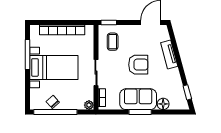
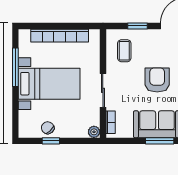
window: (109, 22) -> (138, 26), moved
armchair: (138, 65) -> (157, 80), turned -90
window: (55, 112) -> (51, 141), width x0.32

